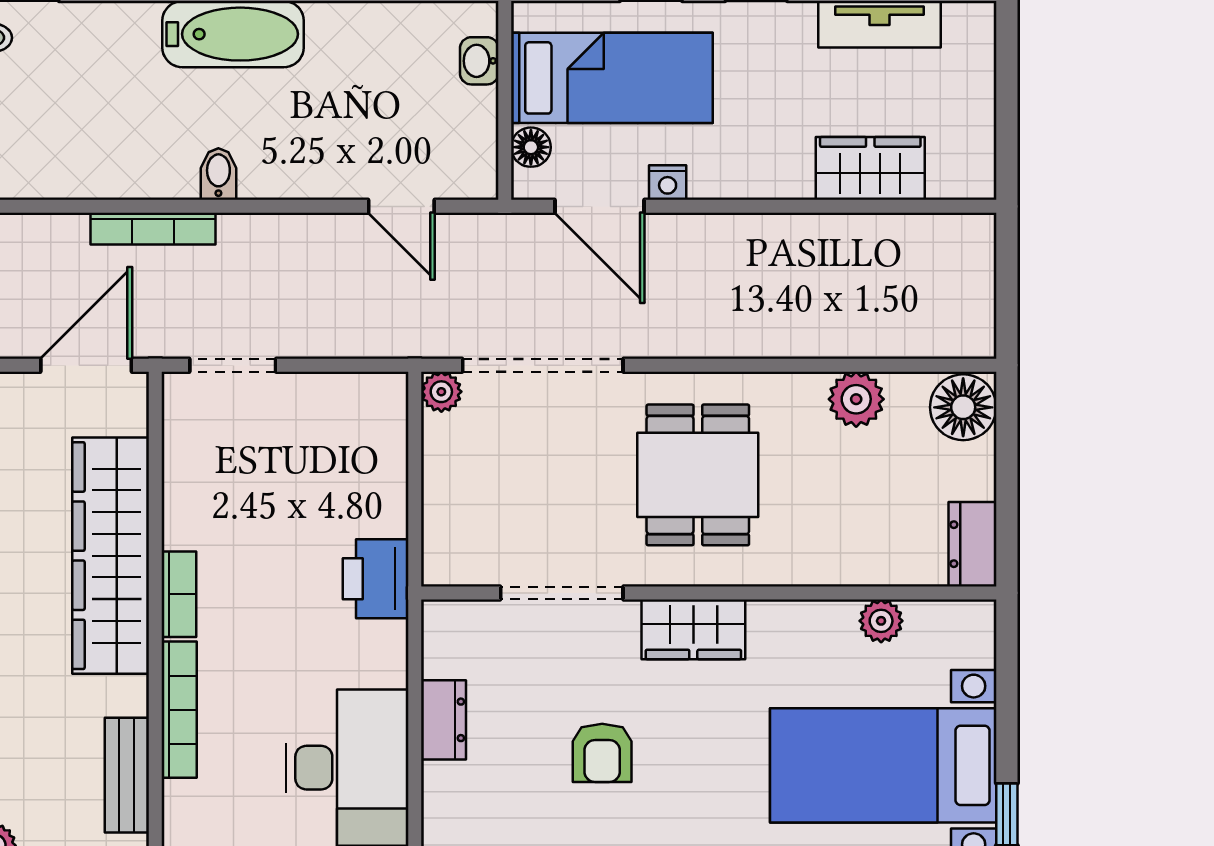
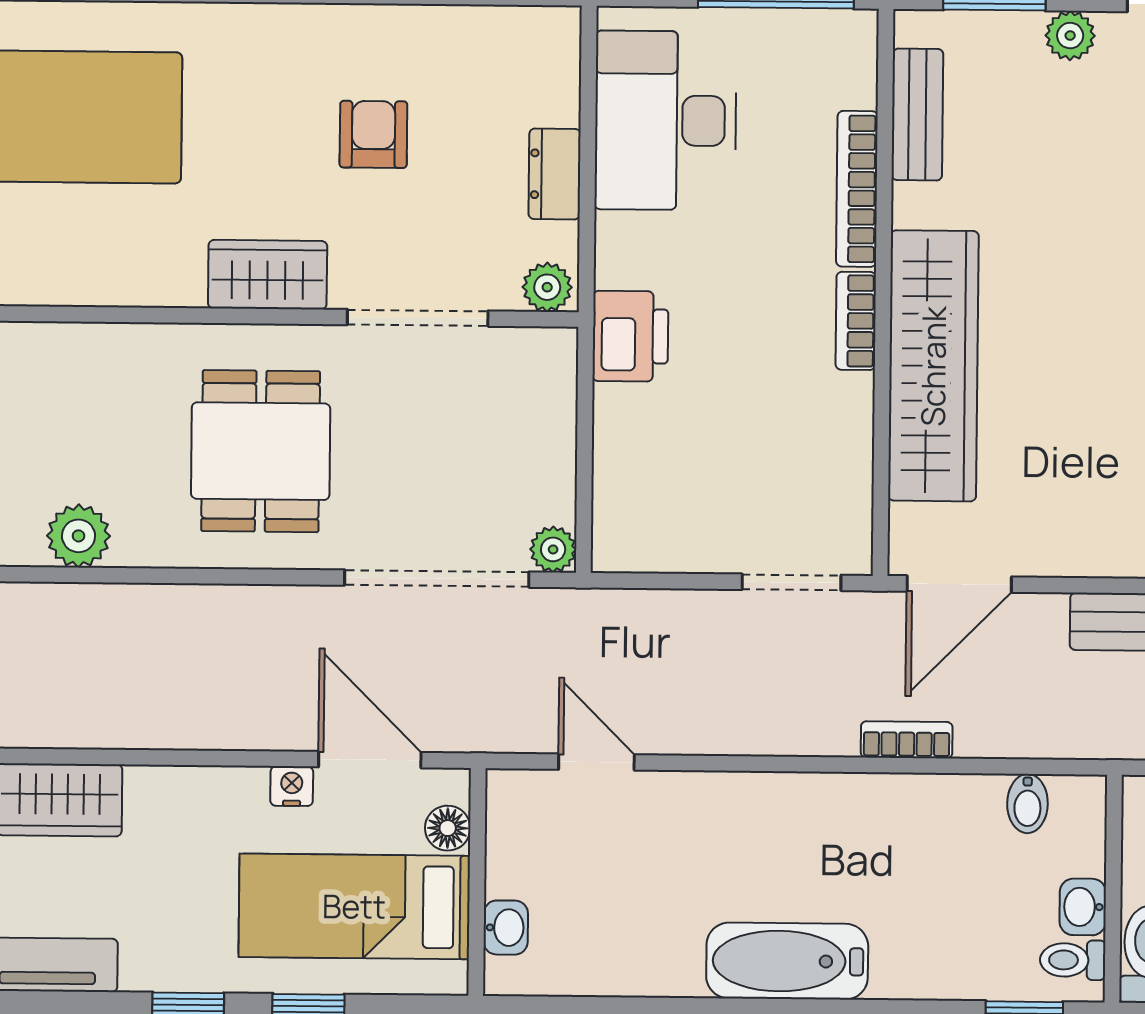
bidet: (218, 174) -> (1027, 804), moved
bookcase: (153, 229) -> (907, 740), width x0.64
plant: (881, 621) -> (547, 287), moved

